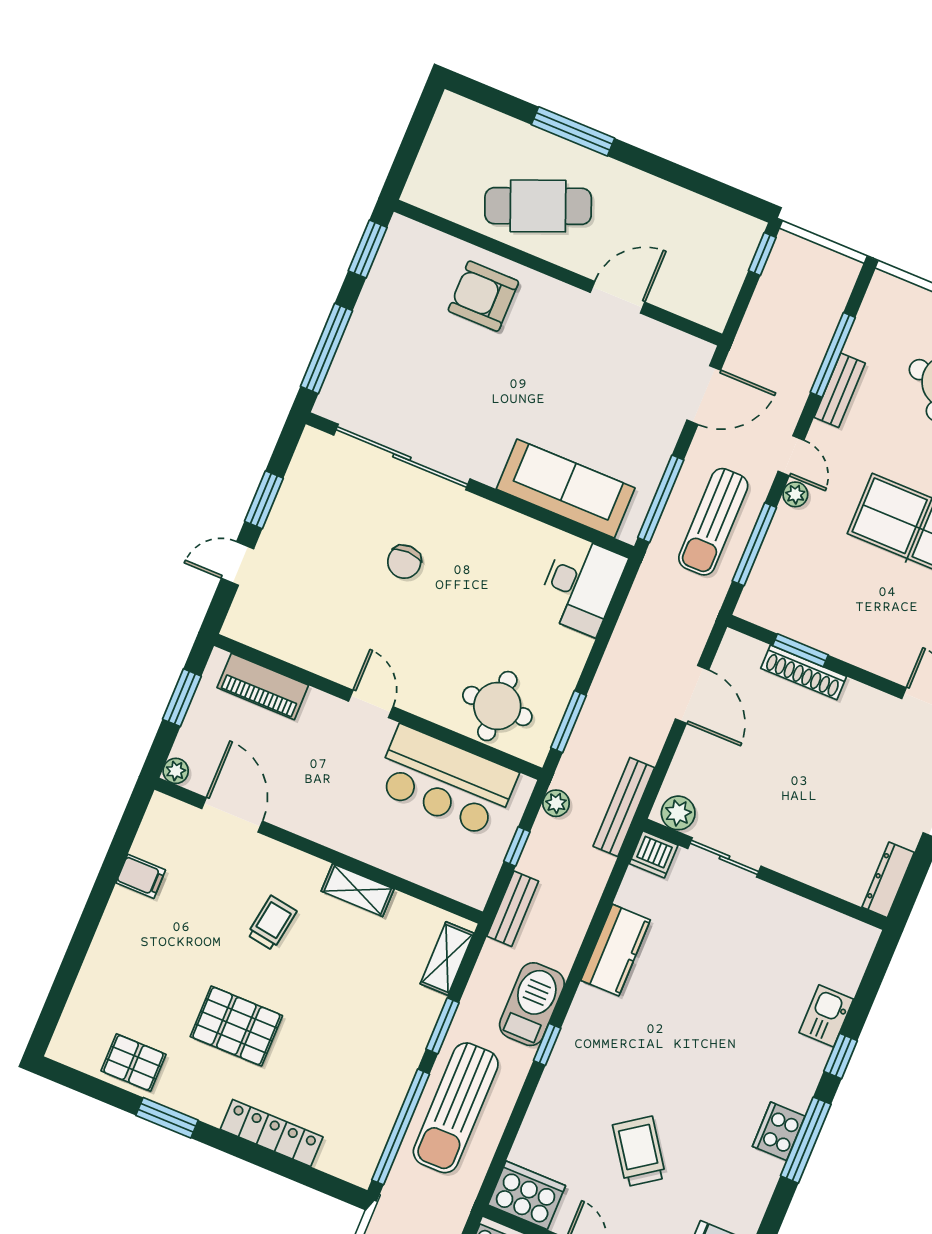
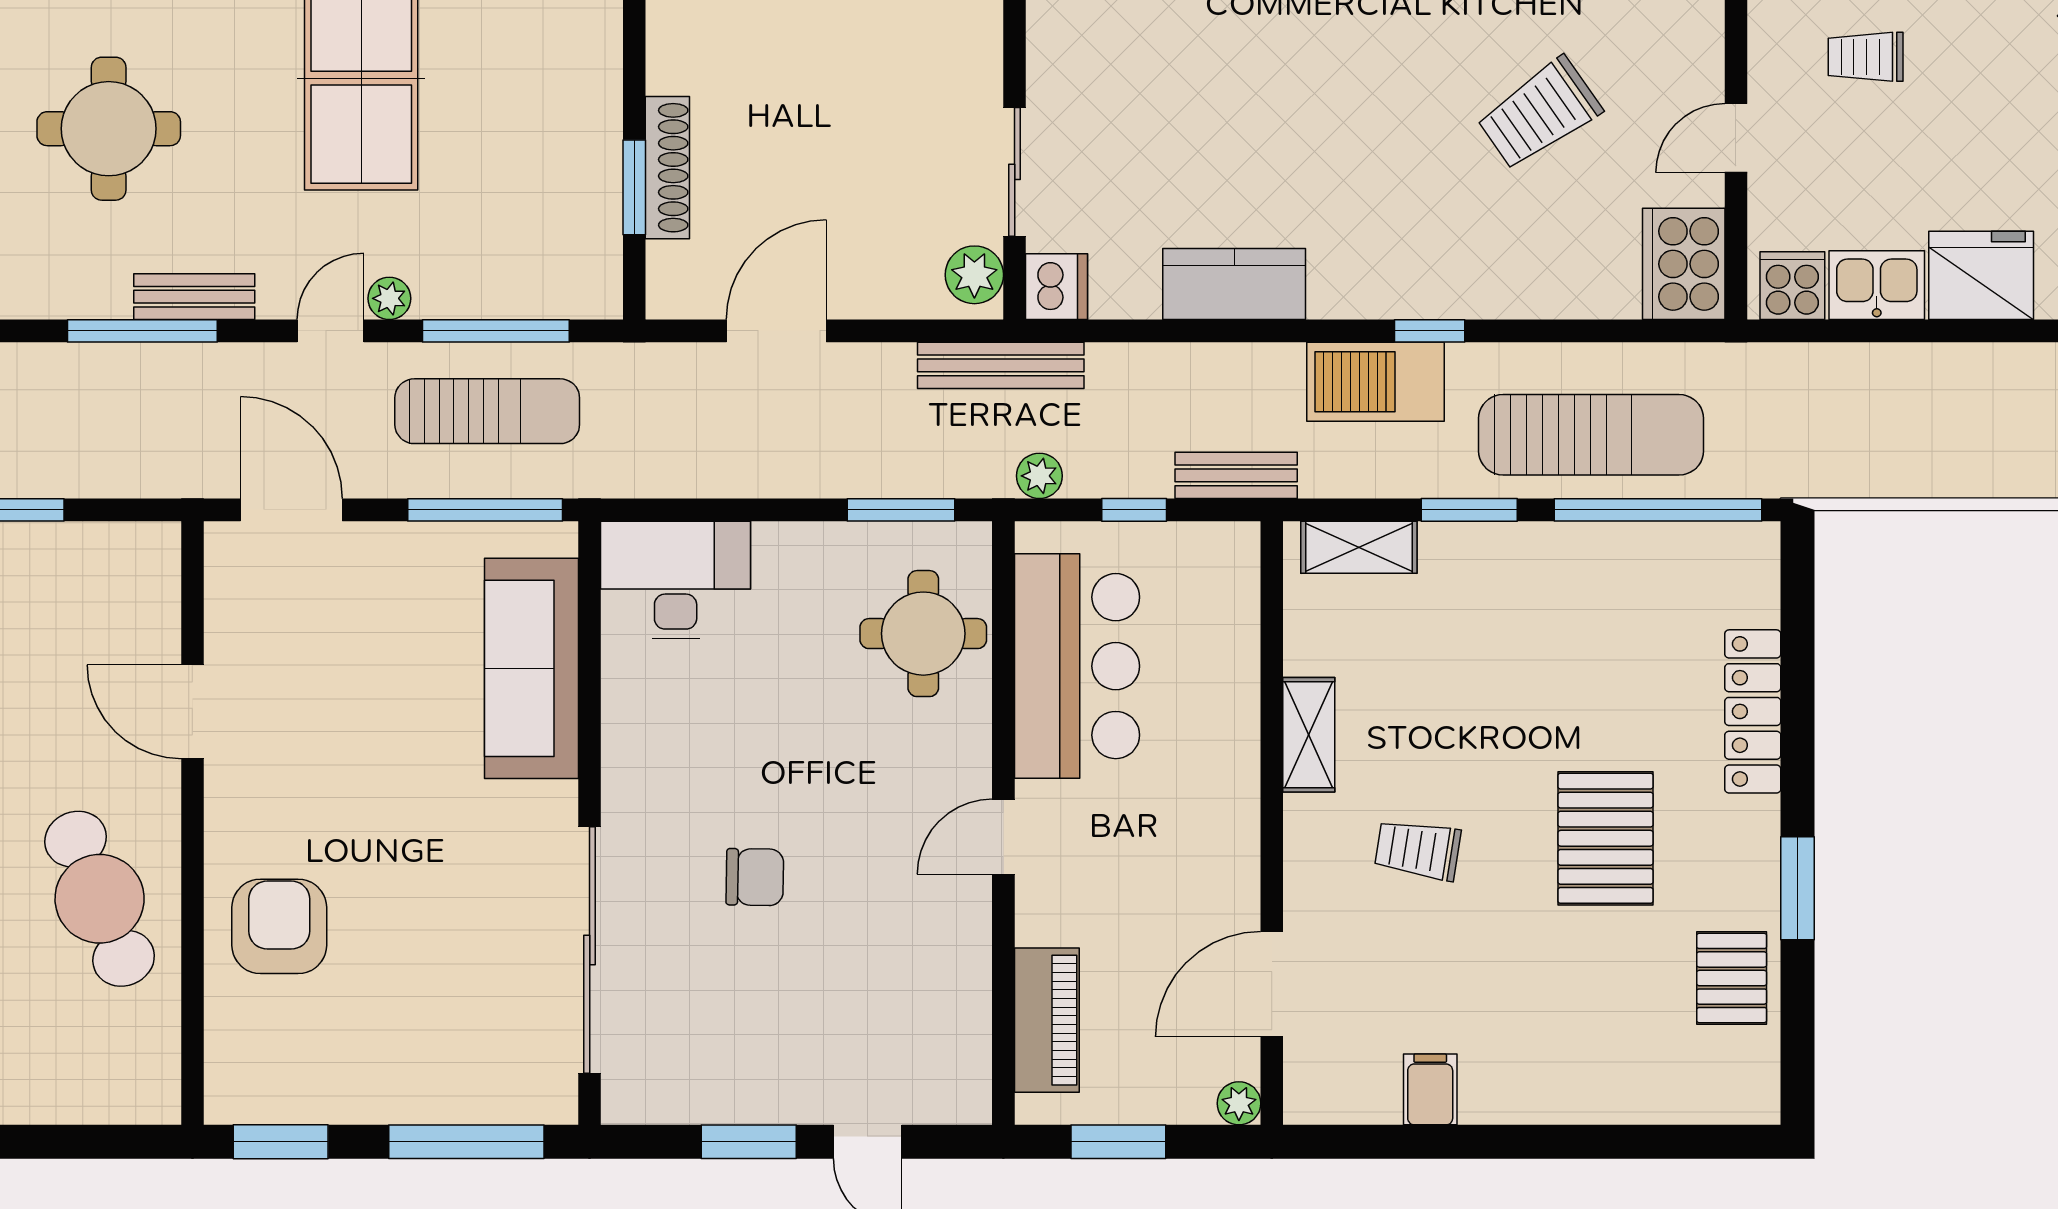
armchair: (483, 296) -> (279, 926), turned 180

